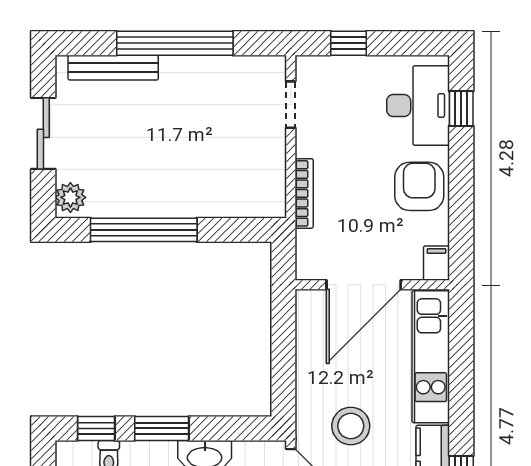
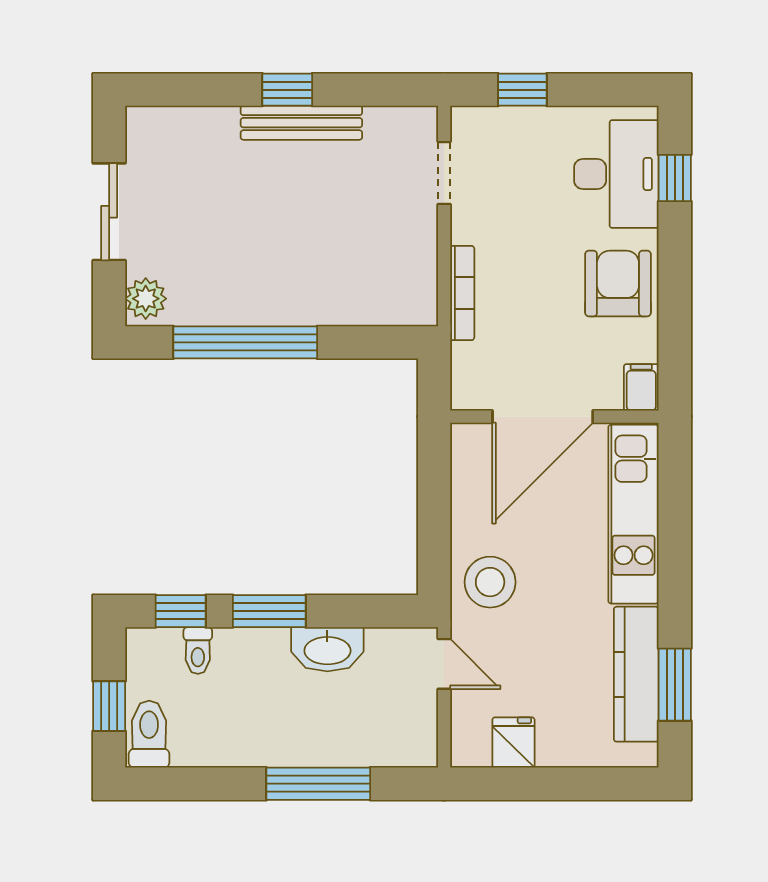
window: (175, 43) -> (287, 90), width x0.32
bench: (113, 68) -> (301, 123), moved
stool: (351, 426) -> (490, 582), moved

